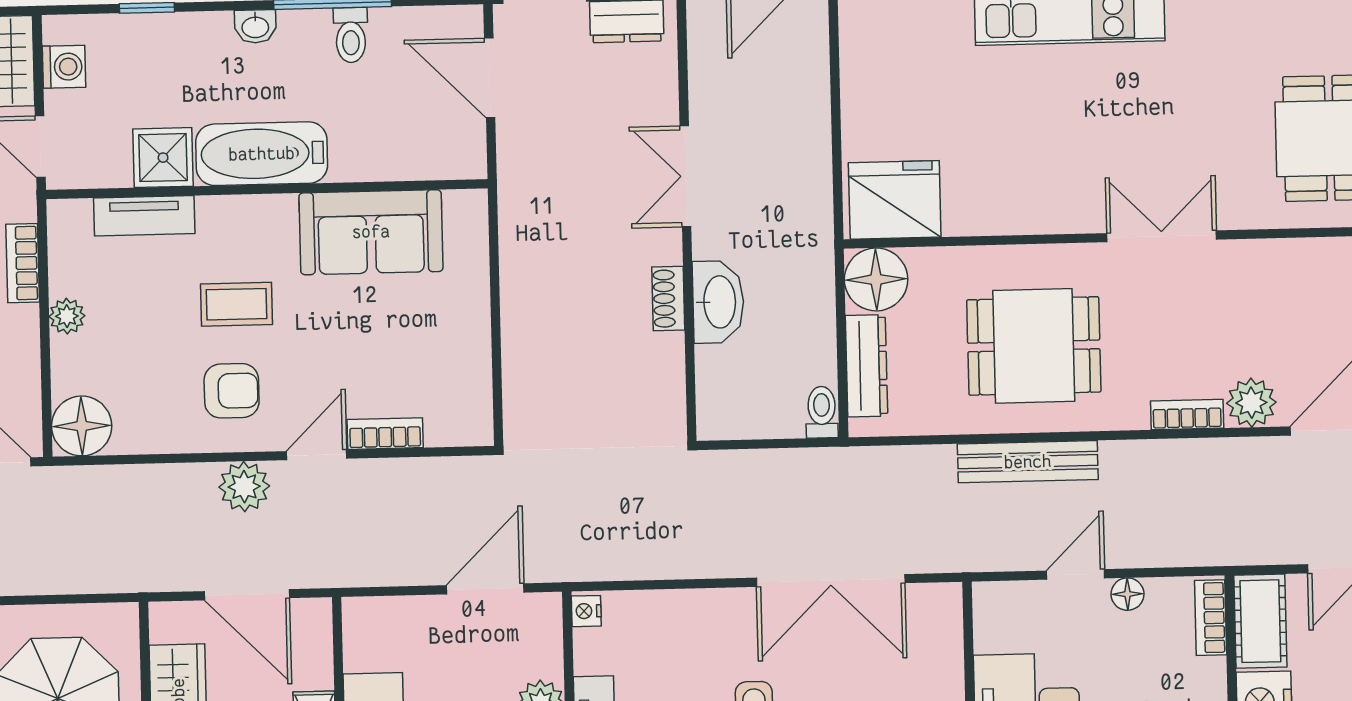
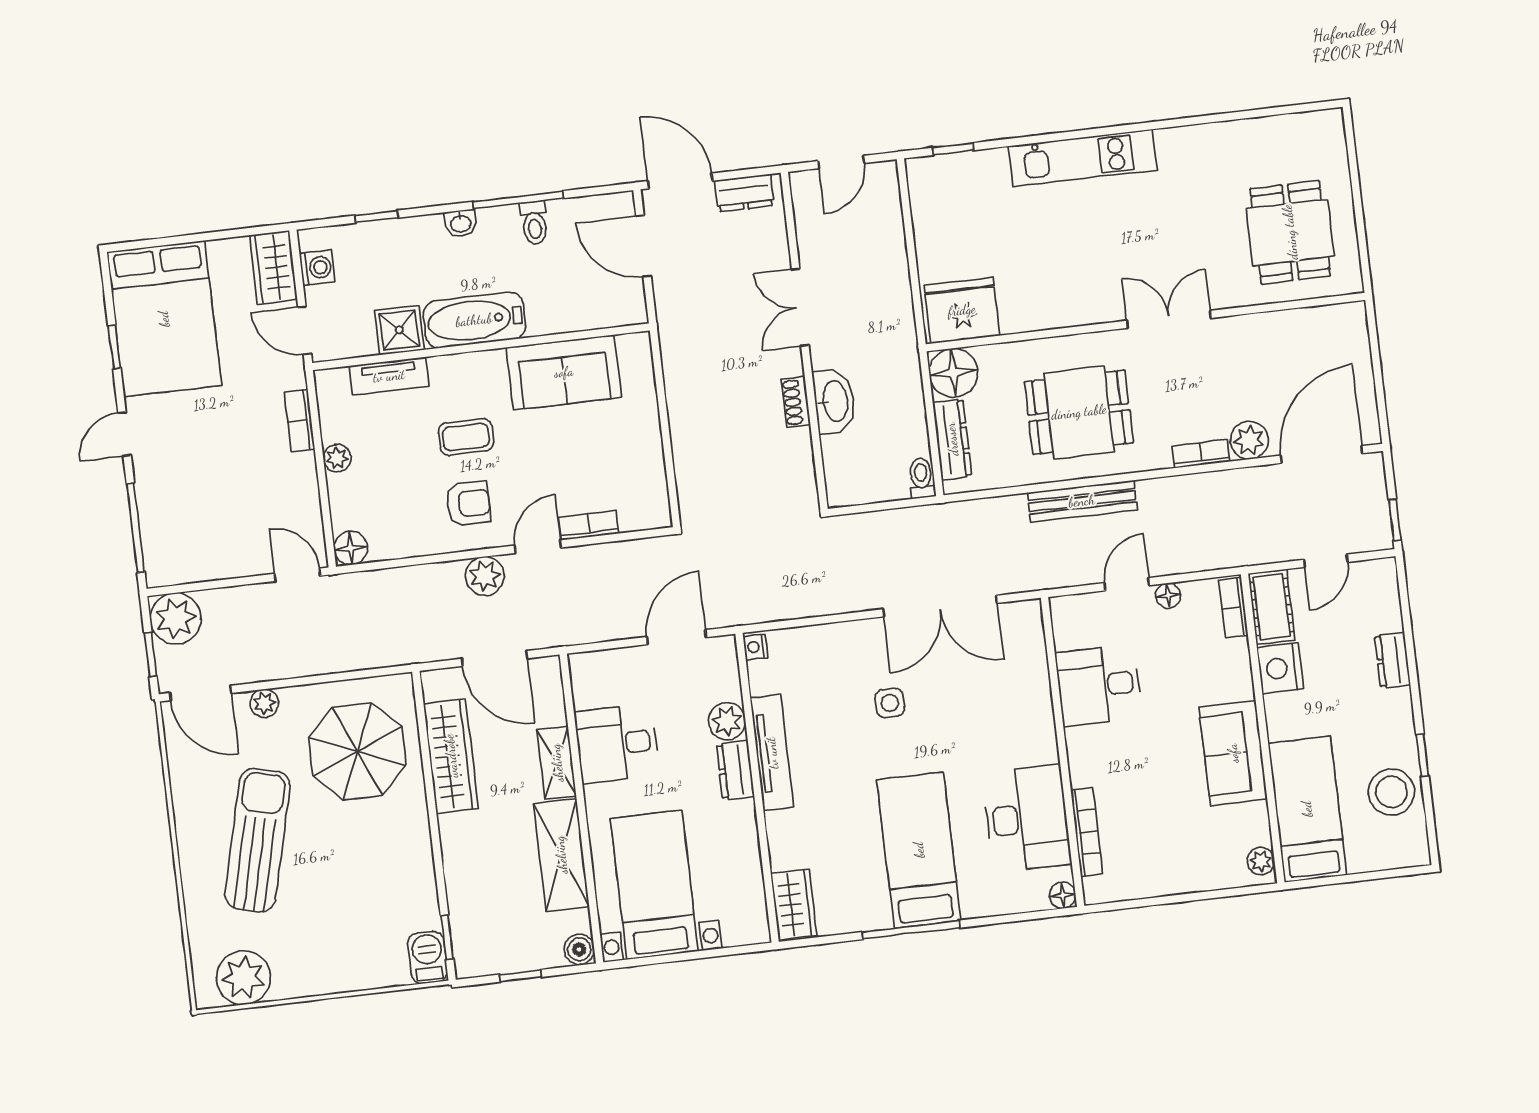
floor lamp: (82, 426) -> (351, 548), width x0.73, depth x0.73

